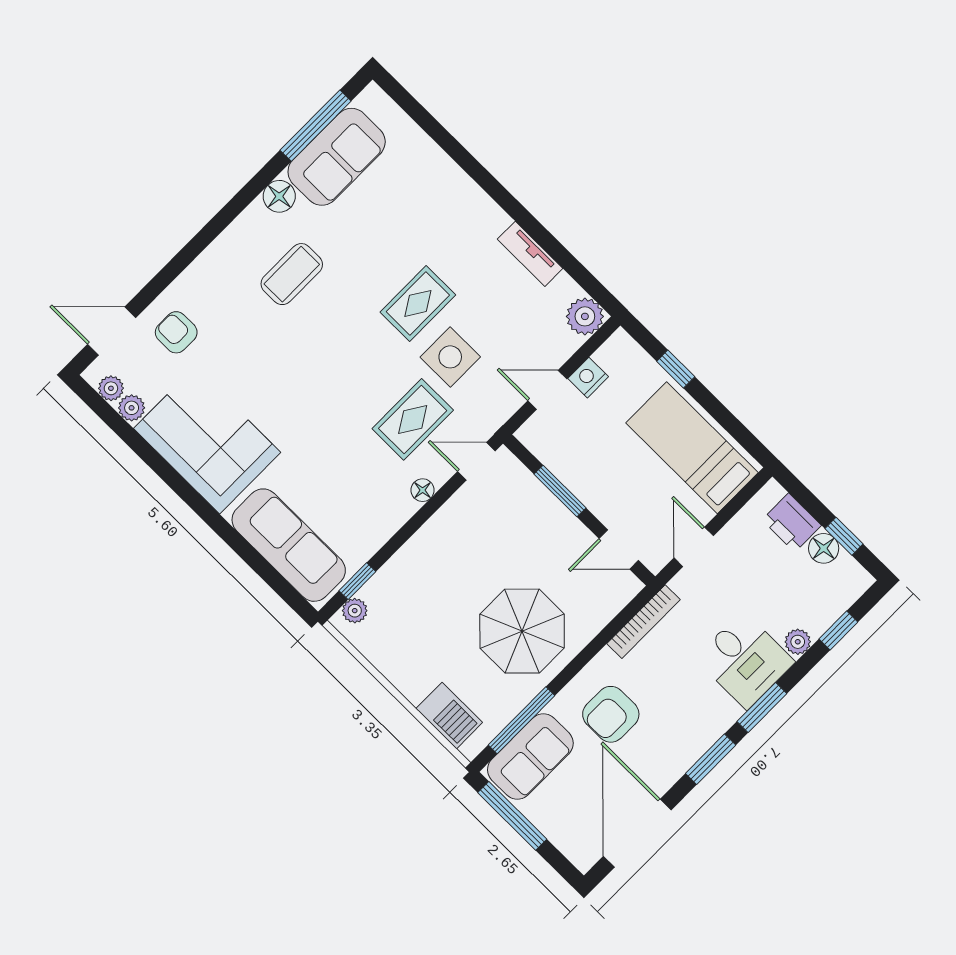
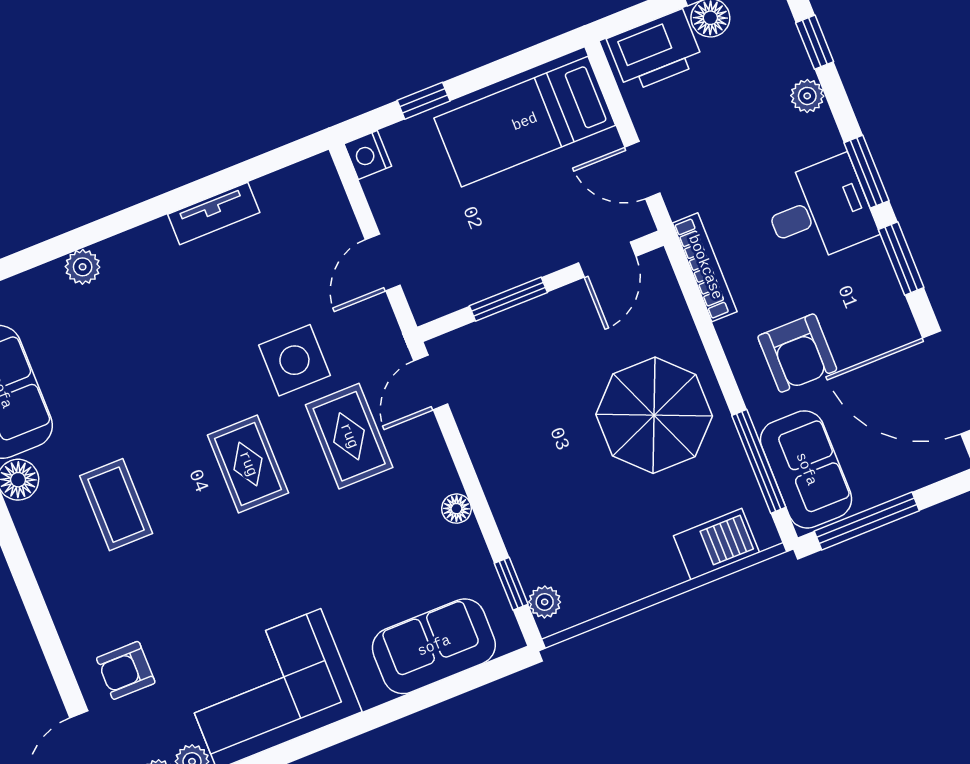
rug: (418, 303) -> (248, 464), moved
plant: (585, 316) -> (83, 267), moved, width x0.73, depth x0.73
nightstand: (588, 378) -> (368, 155), moved
floor lamp: (423, 490) -> (456, 509), moved
printer: (792, 523) -> (655, 51), width x1.37, depth x1.19
sofa: (289, 545) -> (434, 646), width x0.73
desk: (745, 660) -> (819, 211), moved

